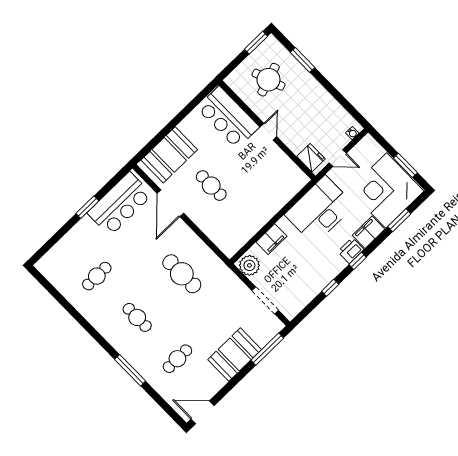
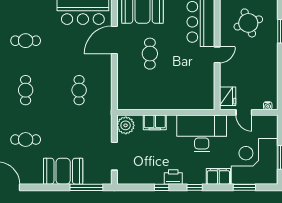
printer: (351, 251) -> (173, 177), moved
cafe table: (182, 274) -> (79, 90), width x0.73, depth x0.74

